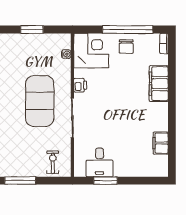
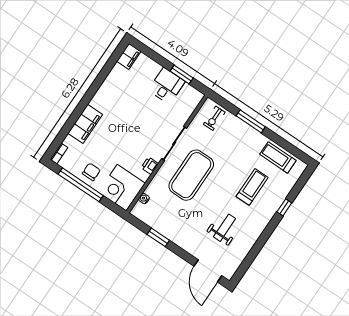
filing cabinet: (161, 143) -> (129, 56), moved
desk: (100, 162) -> (167, 86), moved

